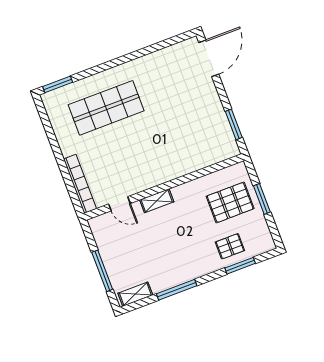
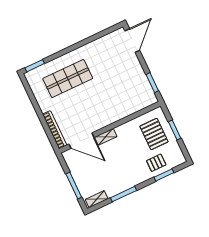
pallet: (230, 202) -> (154, 134), turned 90
door: (119, 204) -> (82, 141), width x1.87

